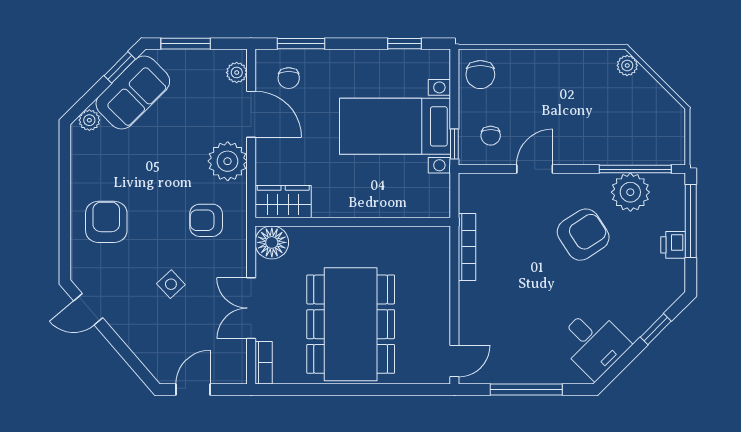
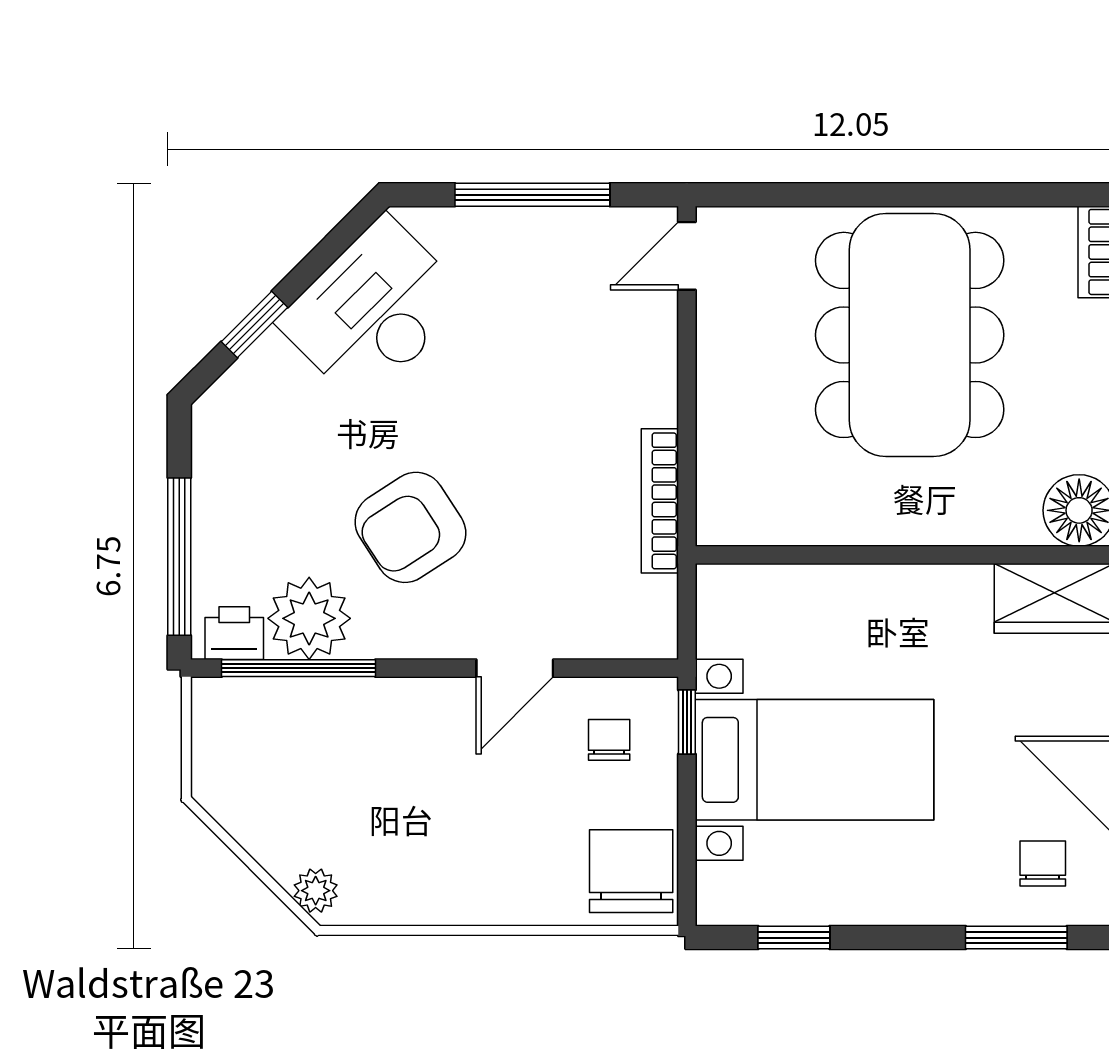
chair: (480, 75) -> (631, 871), width x1.37, depth x1.37
printer: (673, 245) -> (234, 633), moved, turned -90
desk: (593, 343) -> (373, 310), width x1.37

